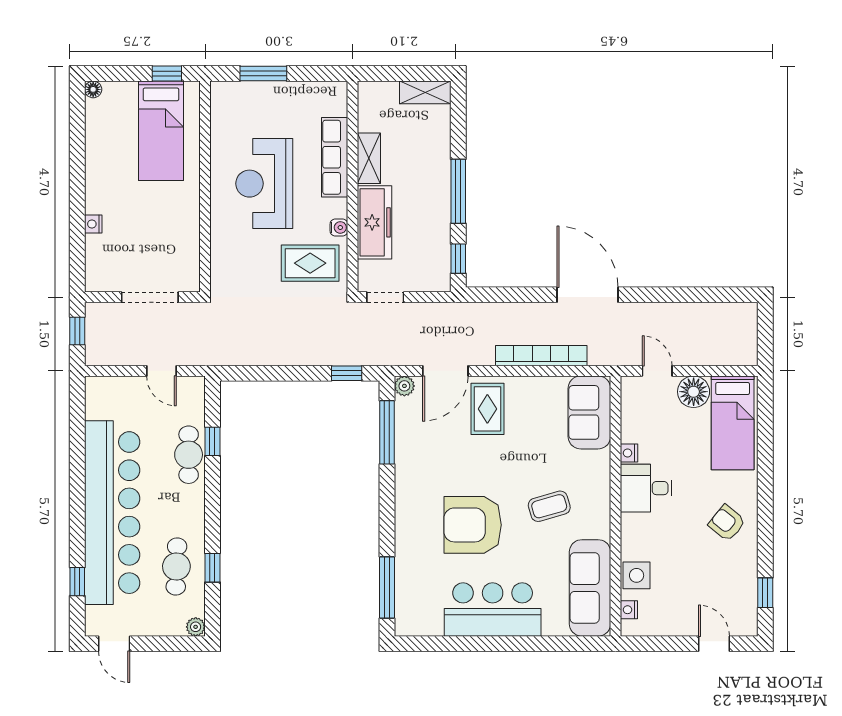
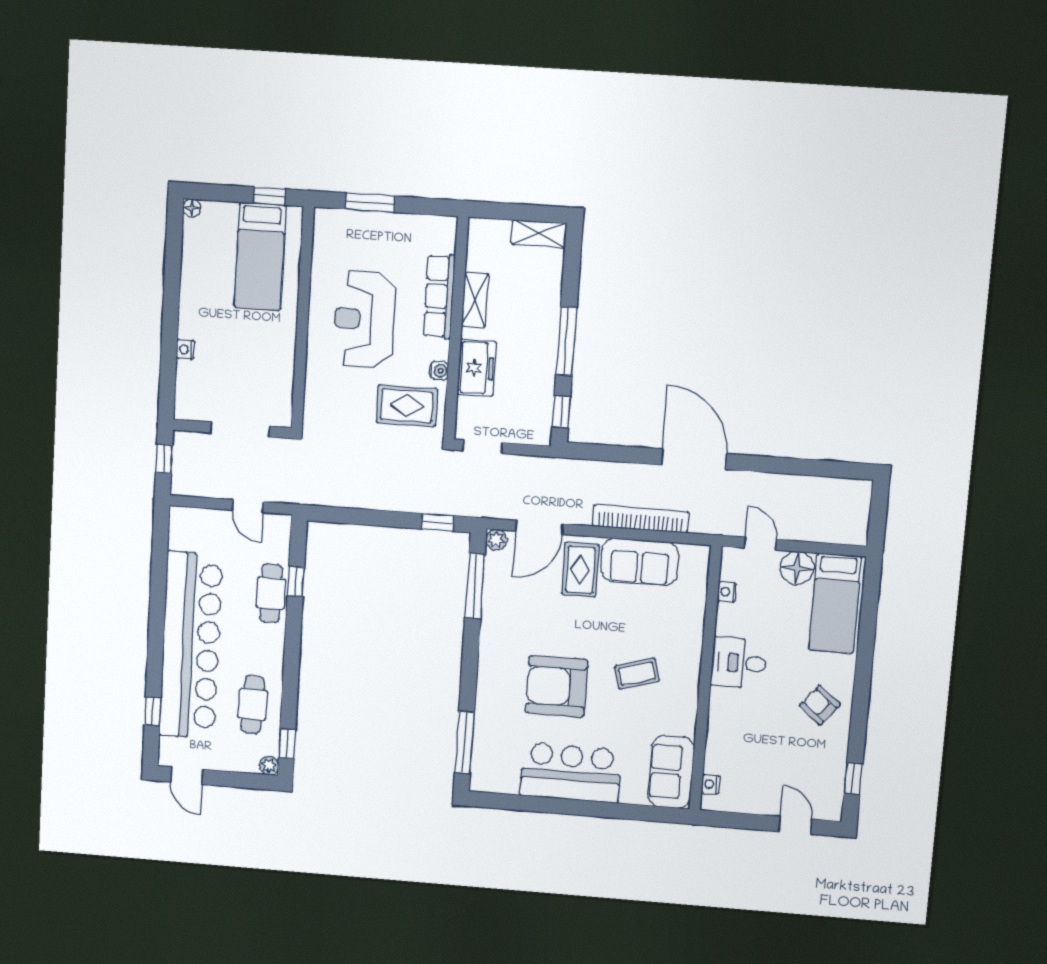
freezer: (374, 222) -> (476, 368), width x0.71
sofa: (589, 412) -> (640, 562), moved, turned -90
nightstand: (629, 453) -> (727, 592), moved
window: (212, 568) -> (287, 744), moved
side table: (637, 575) -> (721, 751), removed
sofa: (590, 588) -> (671, 772), width x0.73

